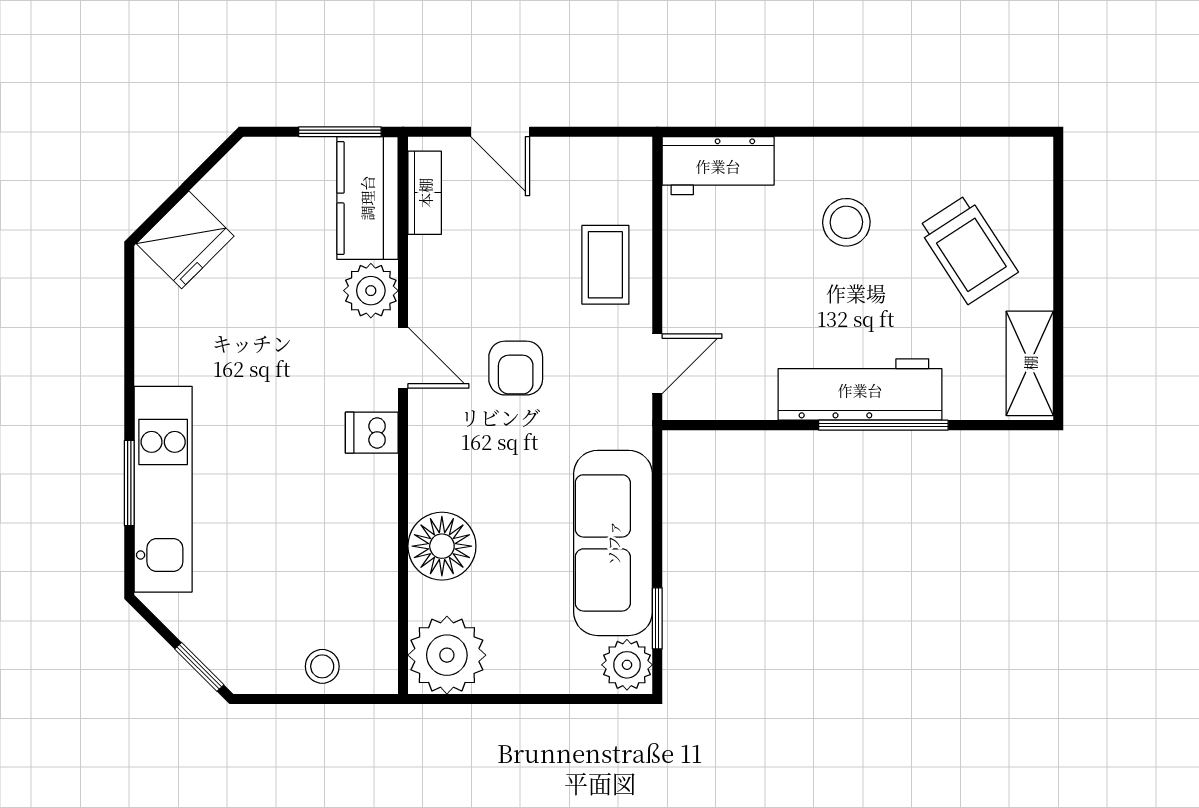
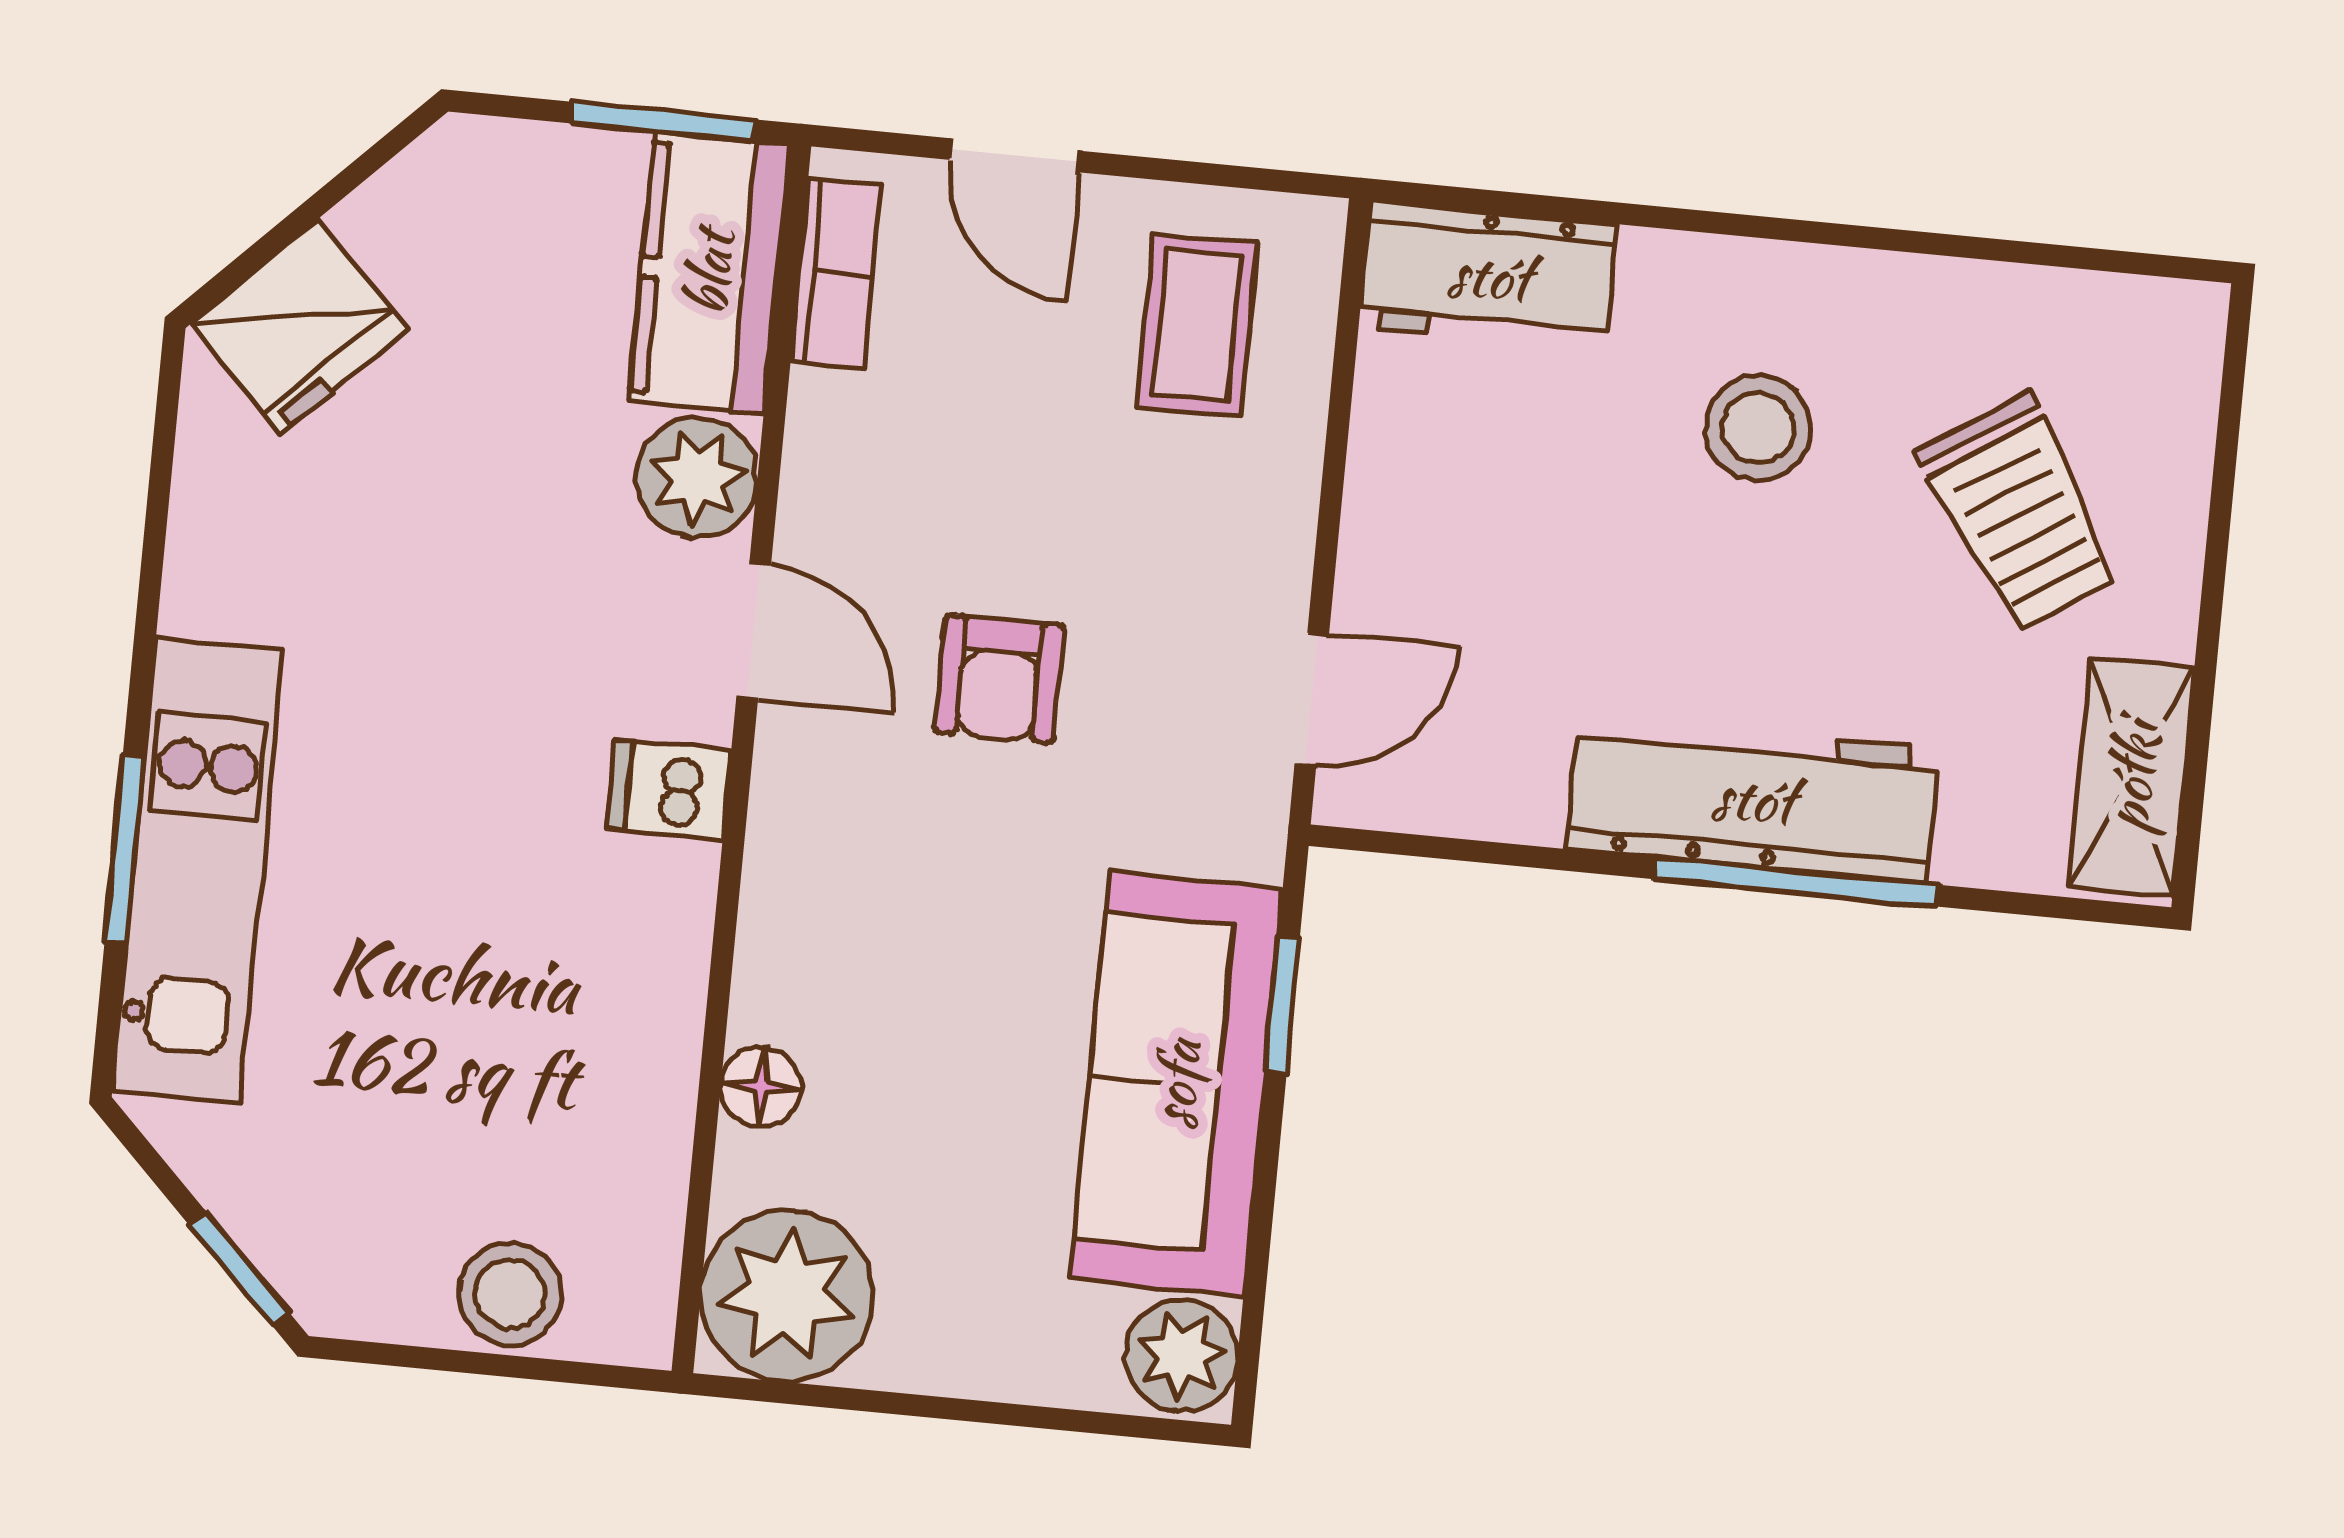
coffee table: (605, 265) -> (1197, 325), moved
floor lamp: (442, 546) -> (761, 1087), width x0.53, depth x0.53
window: (657, 618) -> (1282, 1004), moved
stool: (322, 666) -> (510, 1294), width x1.37, depth x1.37

